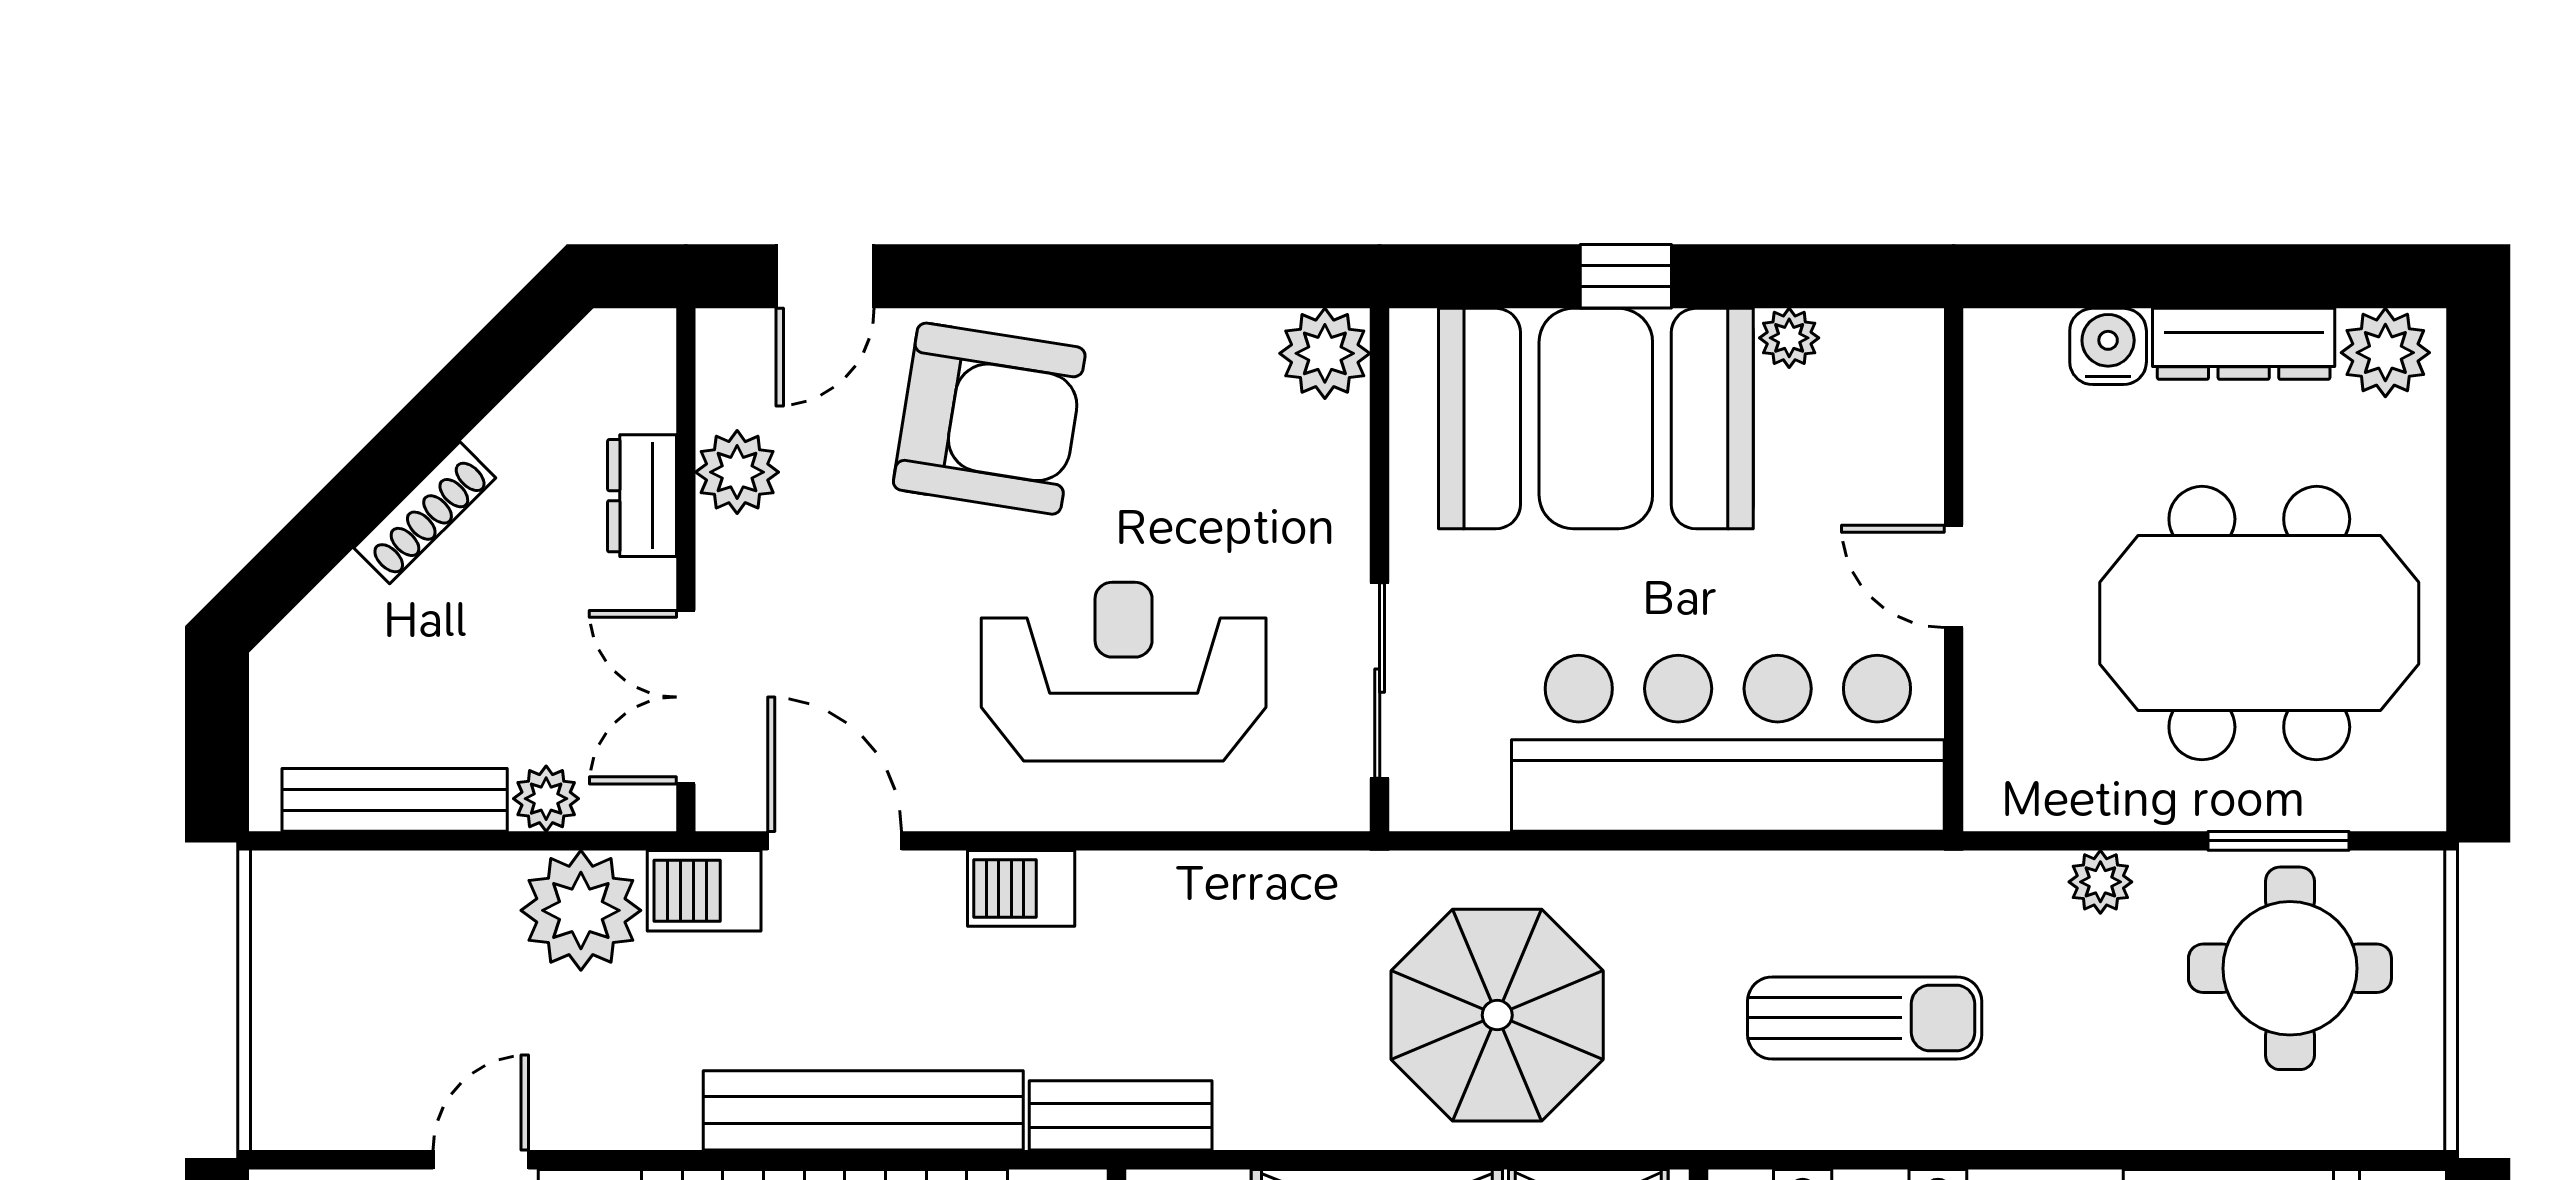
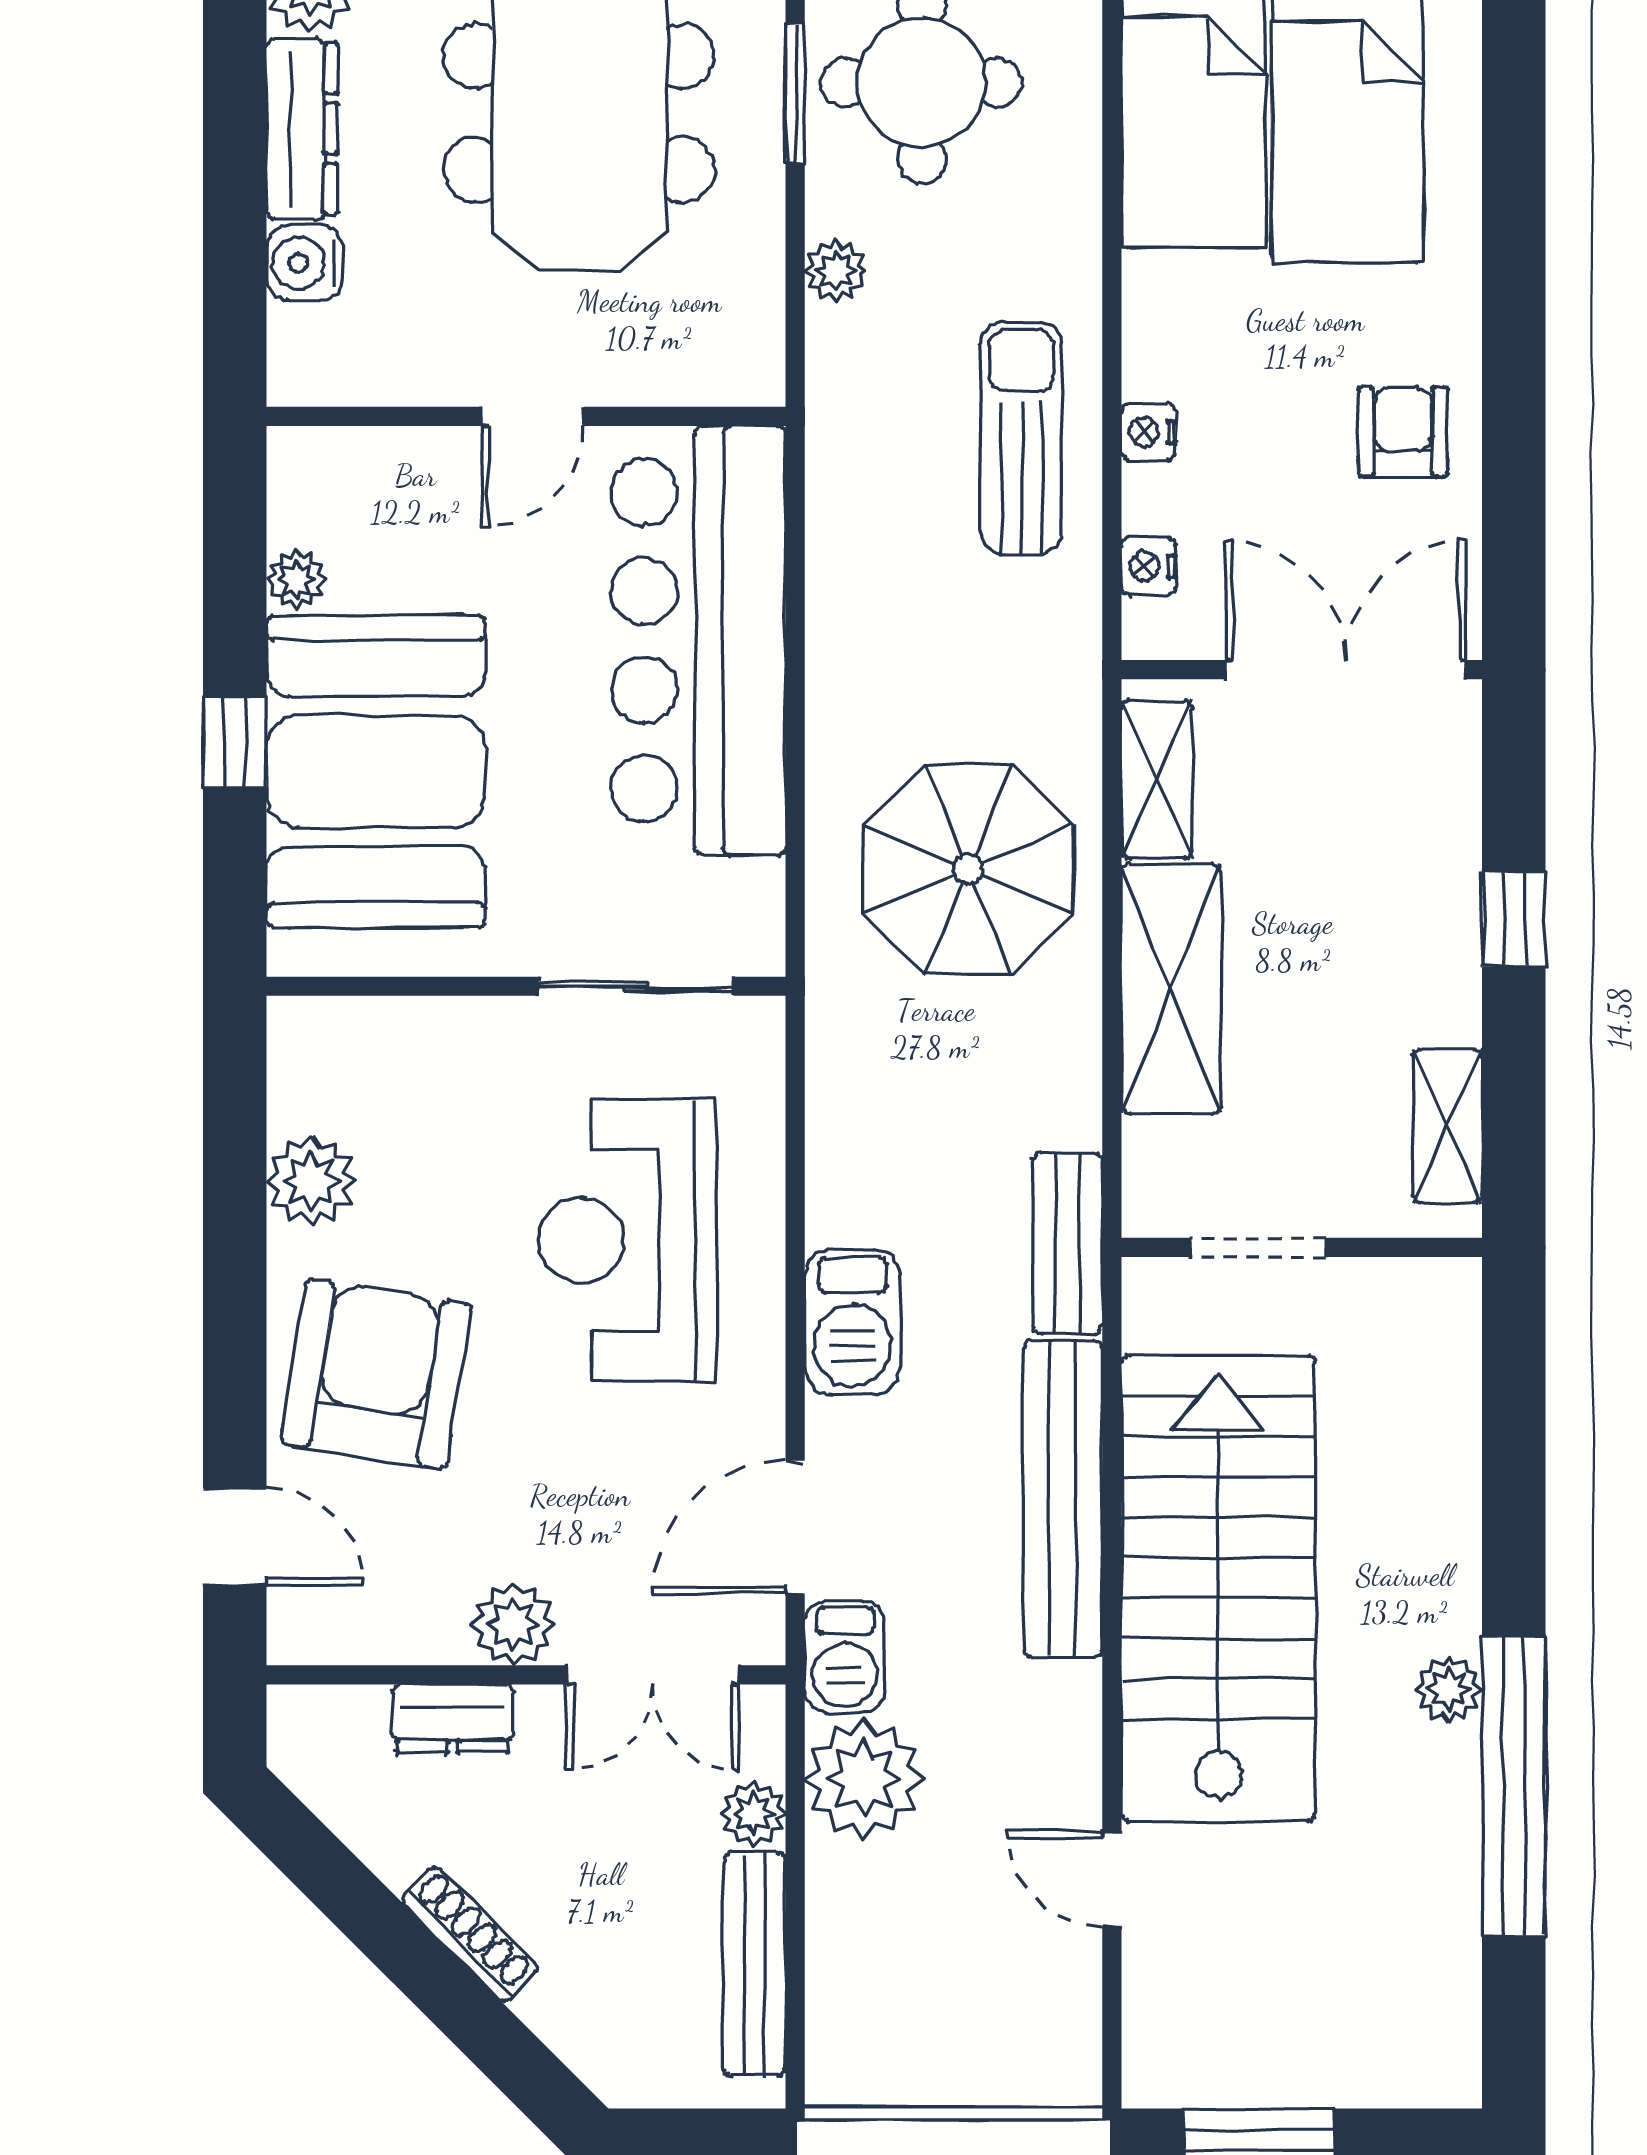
plant: (1325, 353) -> (311, 1181), moved
plant: (737, 472) -> (513, 1624), moved
barbecue: (1021, 888) -> (852, 1322), width x1.38, depth x1.27
sun lounger: (1865, 1018) -> (1021, 438), moved

